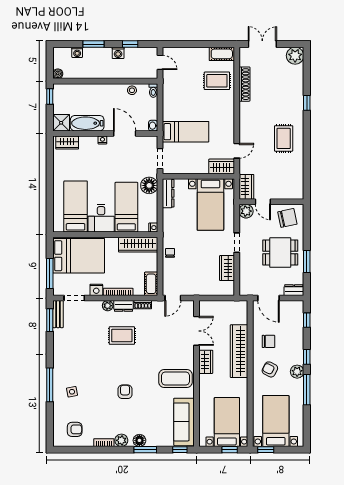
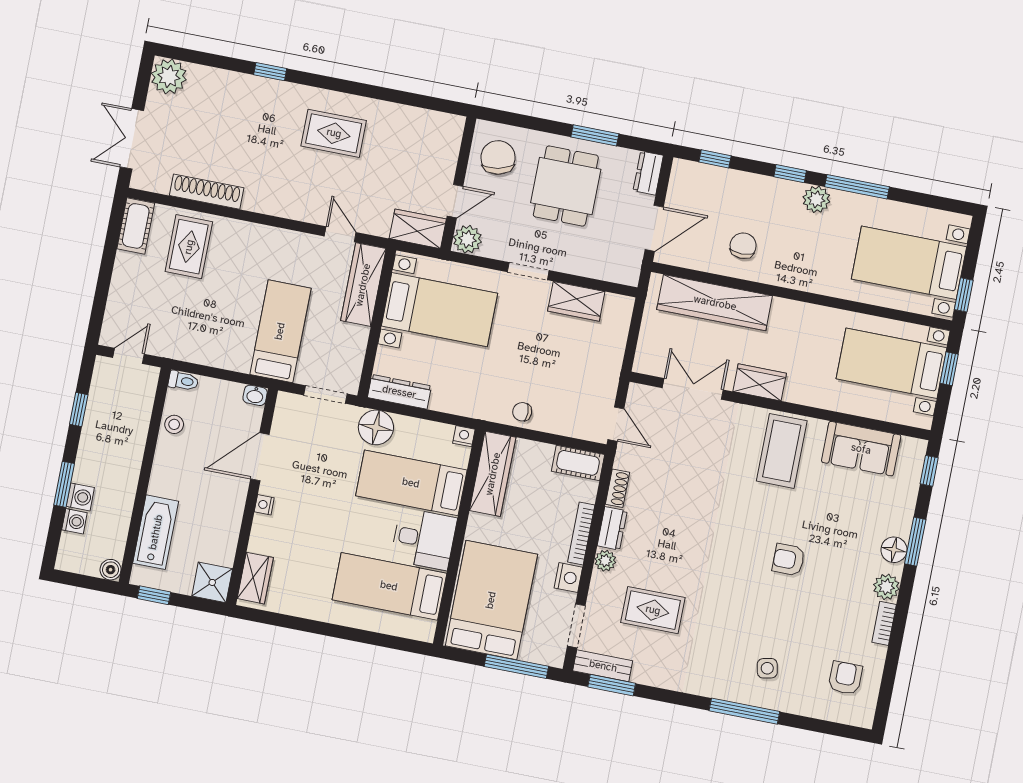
washing machine: (118, 53) -> (80, 497), moved
bathtub: (87, 123) -> (156, 532), moved, turned 180
wardrobe: (222, 166) -> (363, 285), width x1.50
rug: (122, 336) -> (653, 610), moved, turned 90
wardrobe: (239, 351) -> (715, 303), moved
armchair: (270, 369) -> (801, 254), removed
sofa: (184, 422) -> (861, 449), width x0.73

